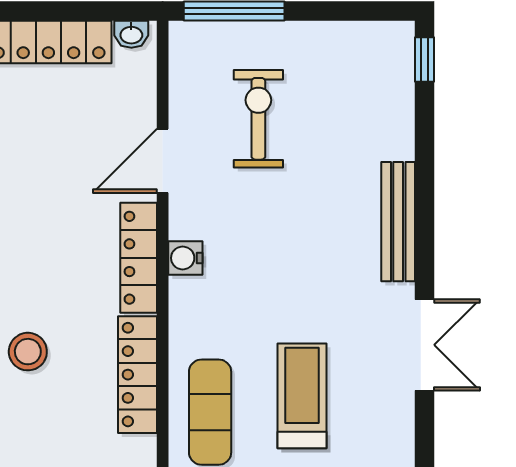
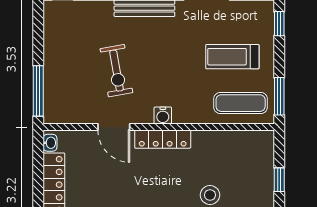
exercise bike: (258, 119) -> (116, 71), moved, turned -100
locker: (138, 375) -> (222, 140), removed

